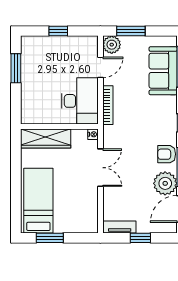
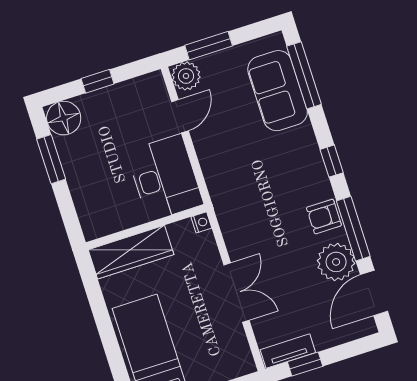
floor lamp: (31, 46) -> (64, 118), added
bookcase: (108, 105) -> (210, 170), removed
double door: (100, 168) -> (237, 293), moved
window: (140, 238) -> (305, 364), moved

